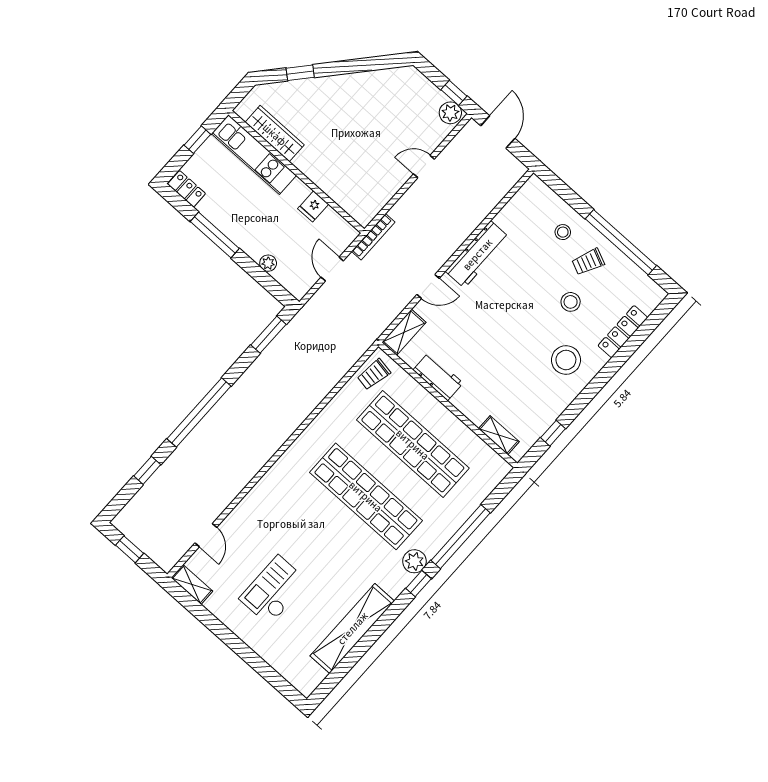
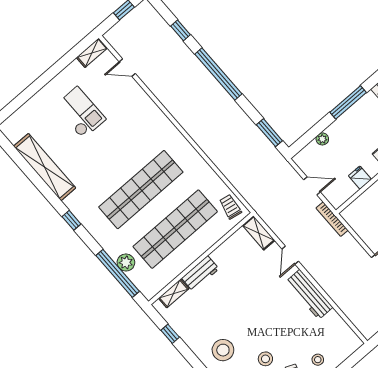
workbench: (438, 377) -> (200, 273), moved
window: (461, 537) -> (118, 273), moved
plant: (414, 561) -> (126, 262), moved

